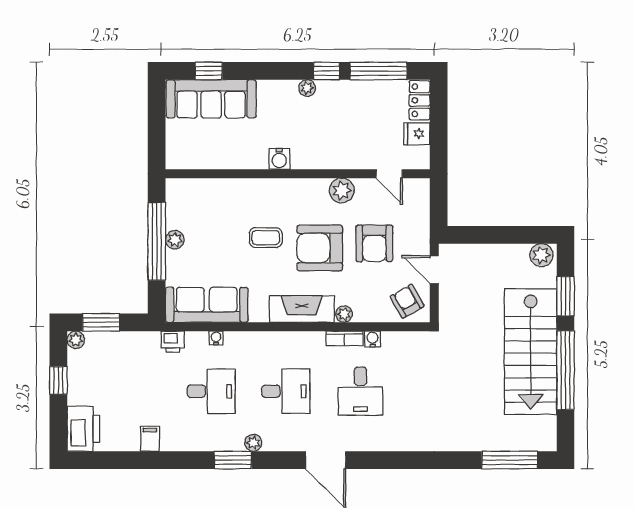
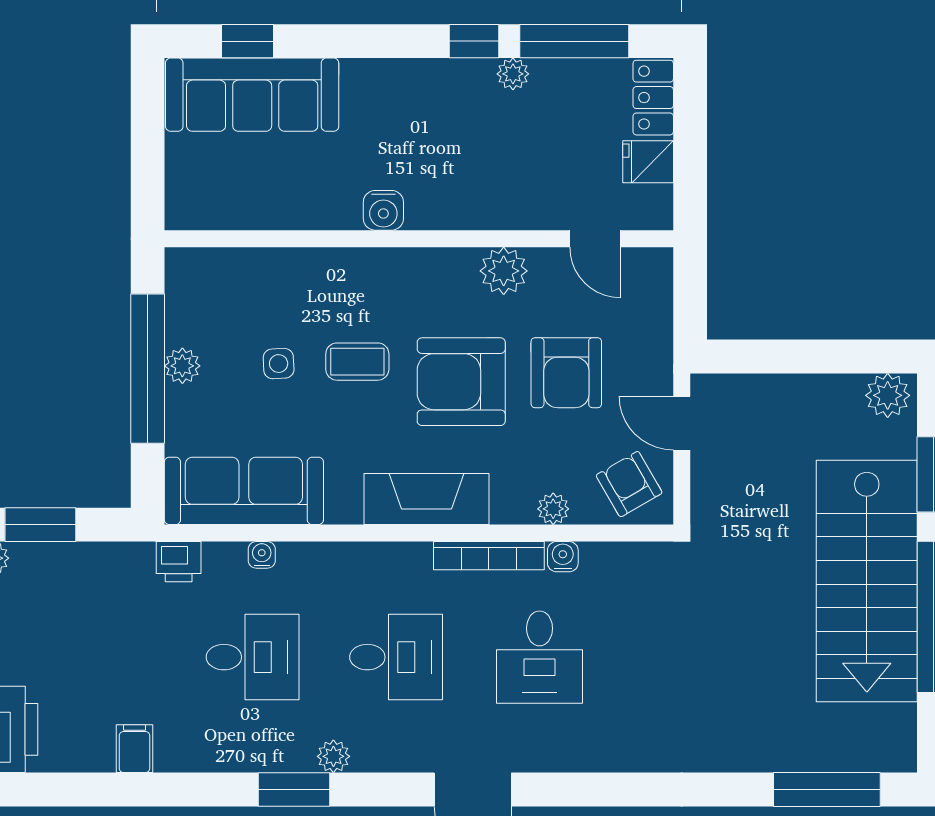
plant: (307, 88) -> (513, 74), moved
side table: (225, 239) -> (279, 364), added
plant: (344, 314) -> (553, 509), moved
bookcase: (344, 338) -> (489, 556), width x1.56

